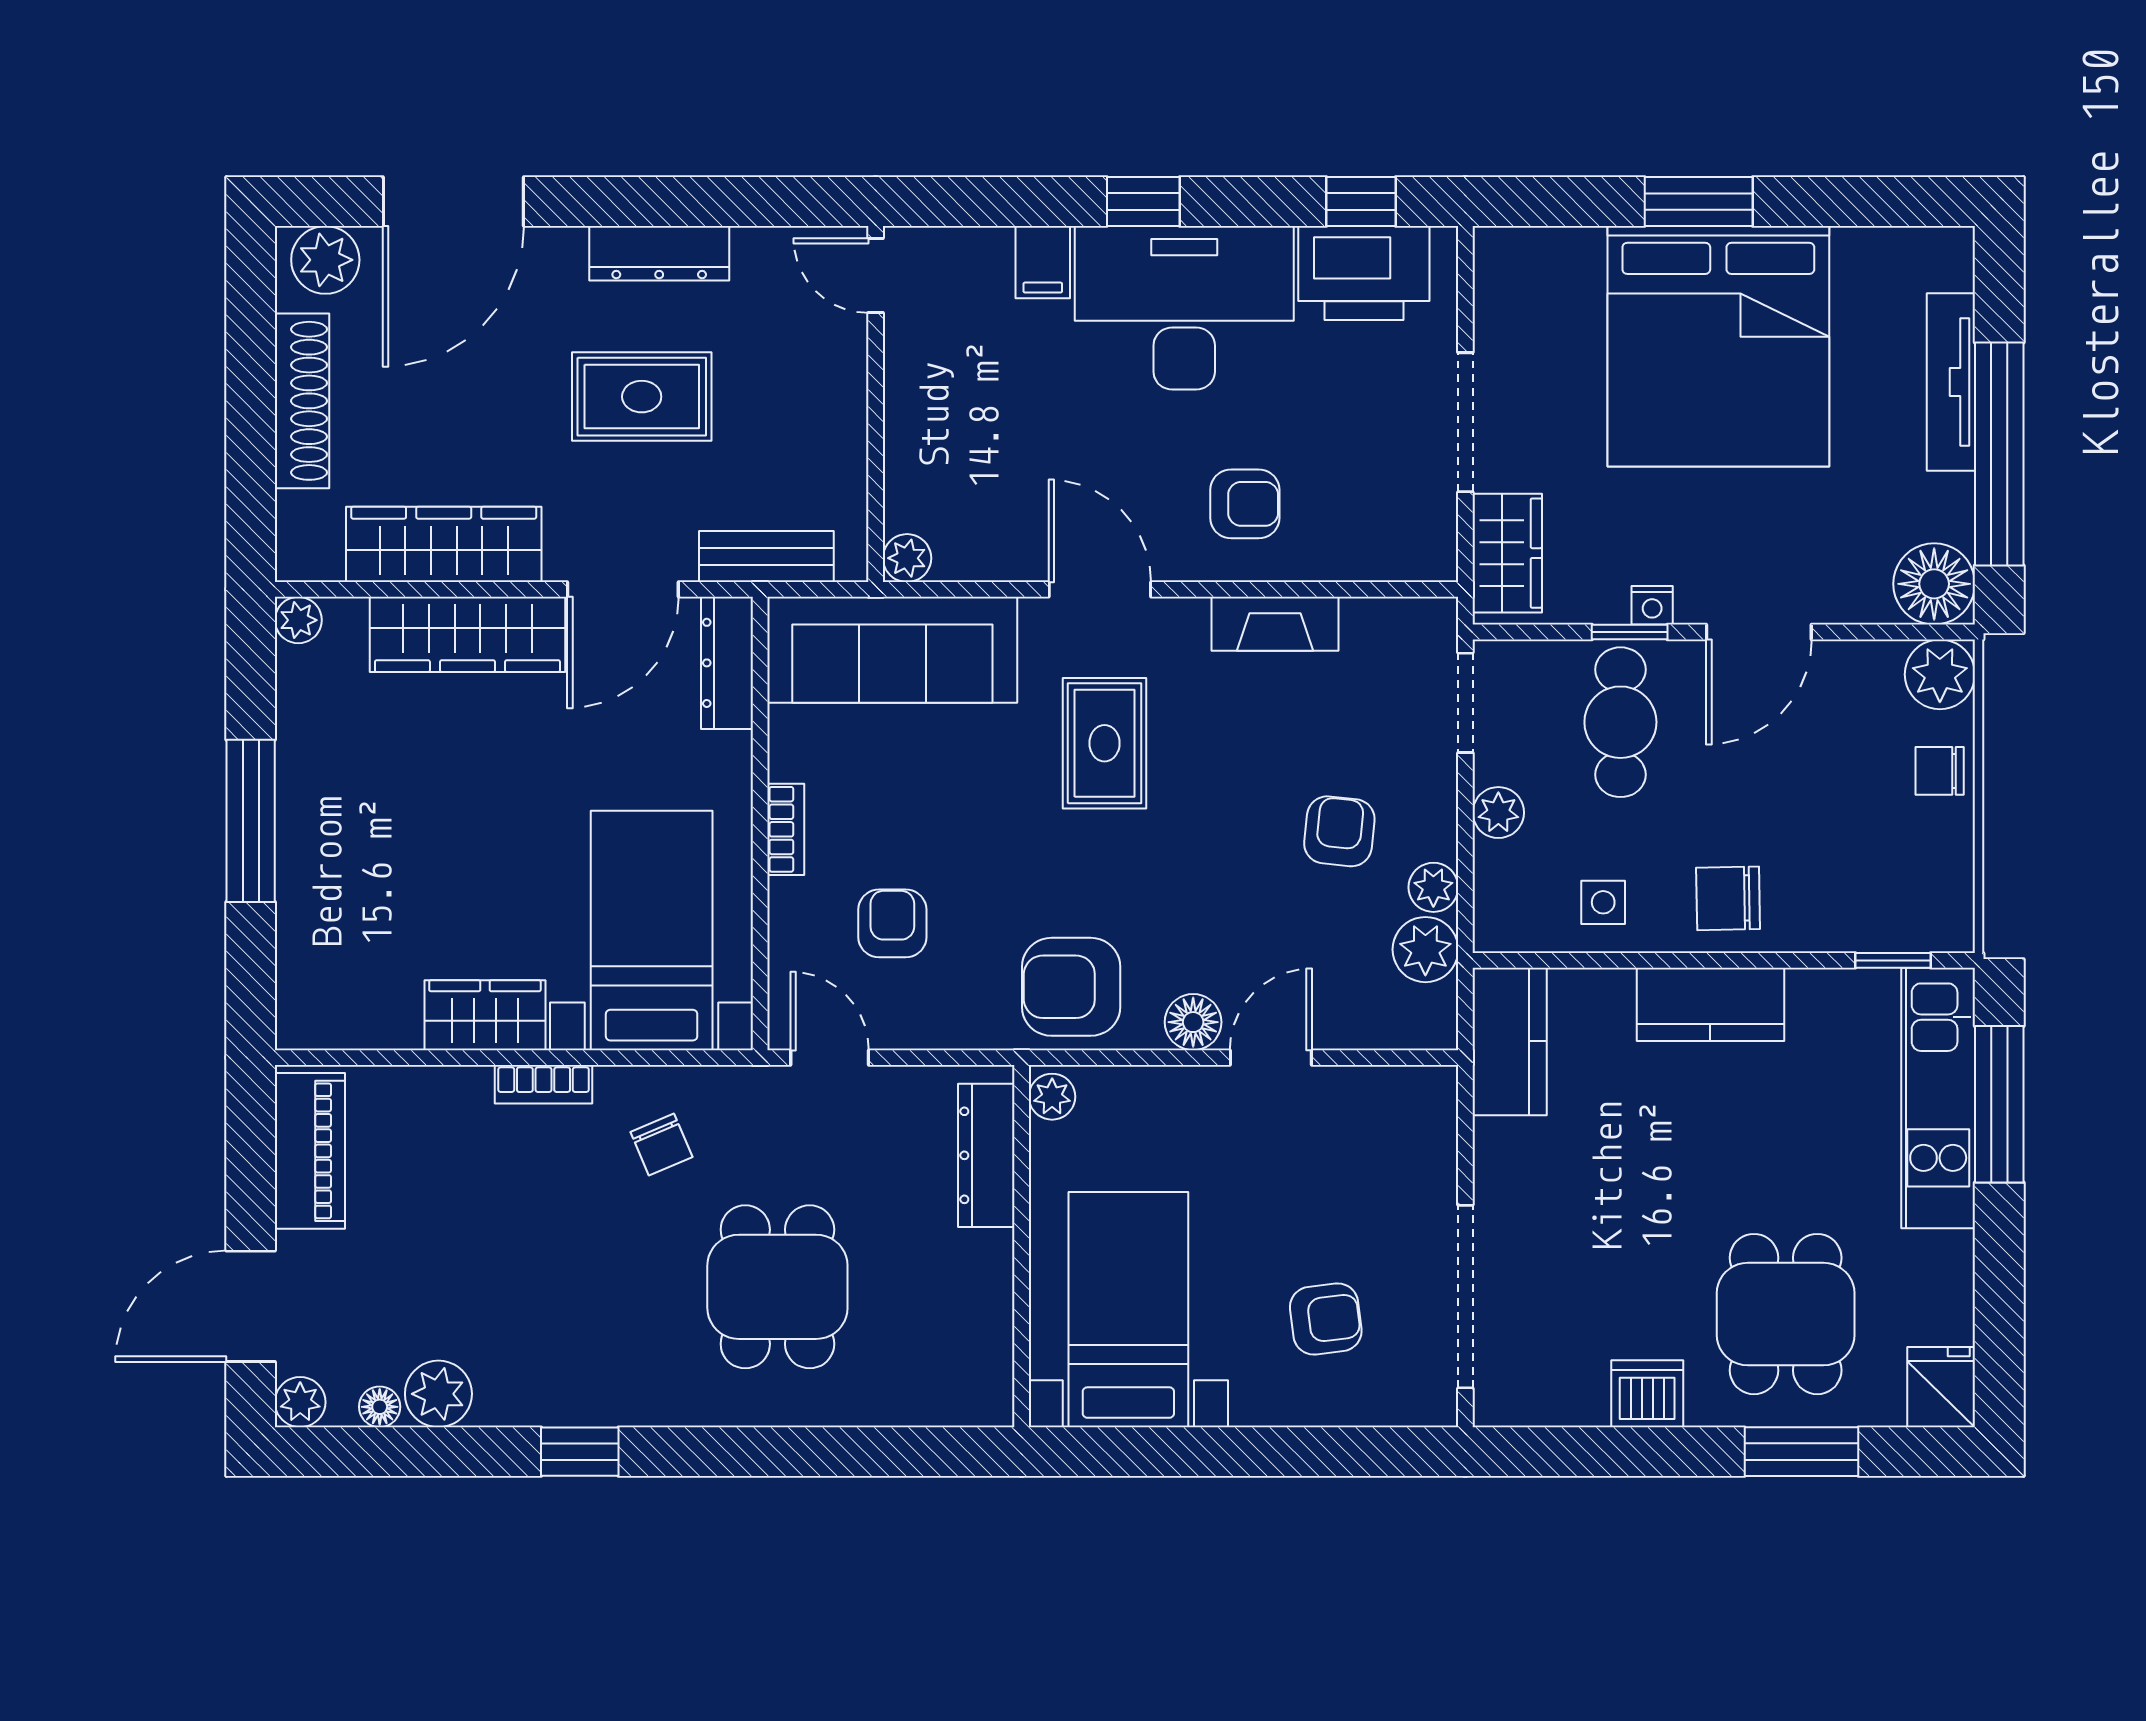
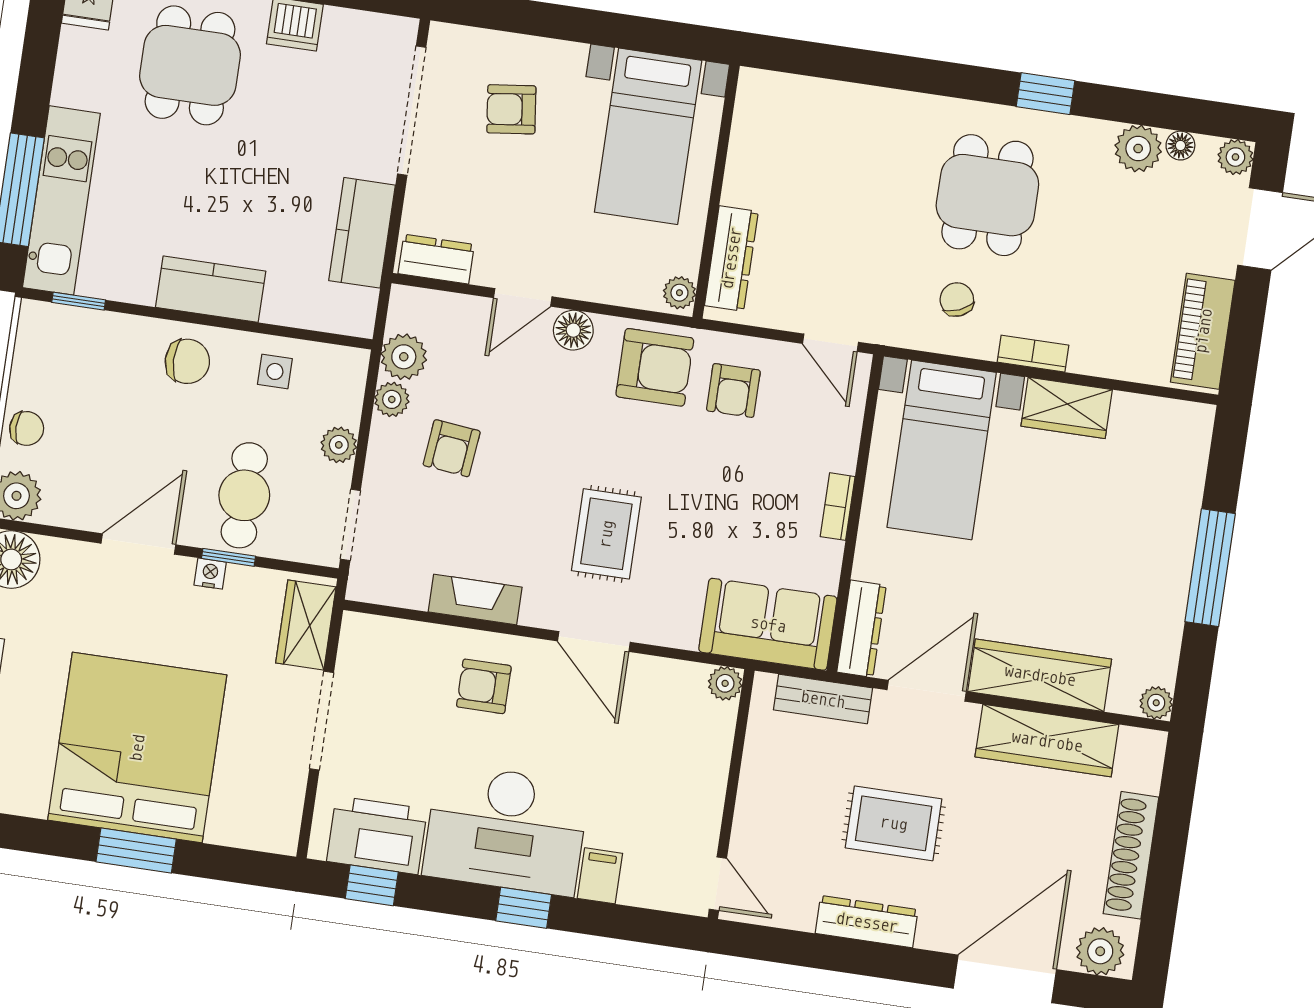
sofa: (892, 650) -> (768, 624), width x0.73
armchair: (892, 923) -> (733, 390), moved
kitchen counter: (1510, 1041) -> (362, 233), moved
dresser: (1400, 1093) -> (436, 259), added
dining table: (777, 1287) -> (987, 195), moved

